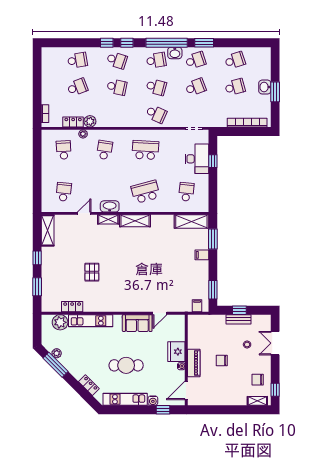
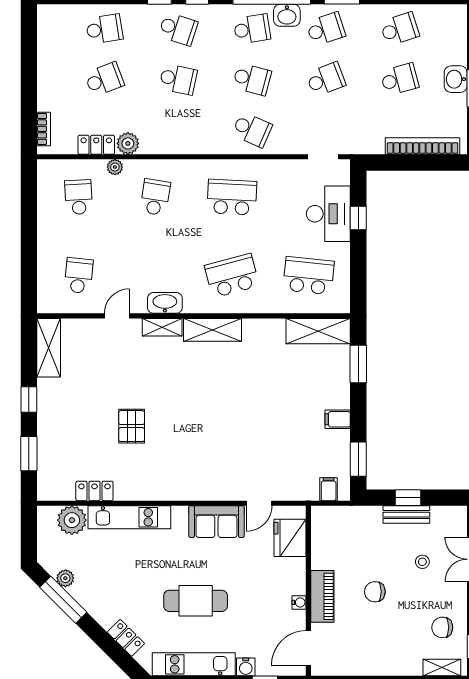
school desk: (186, 192) -> (309, 276), width x1.85
filing cabinet: (202, 255) -> (338, 419), moved
fridge: (176, 352) -> (290, 538), moved

